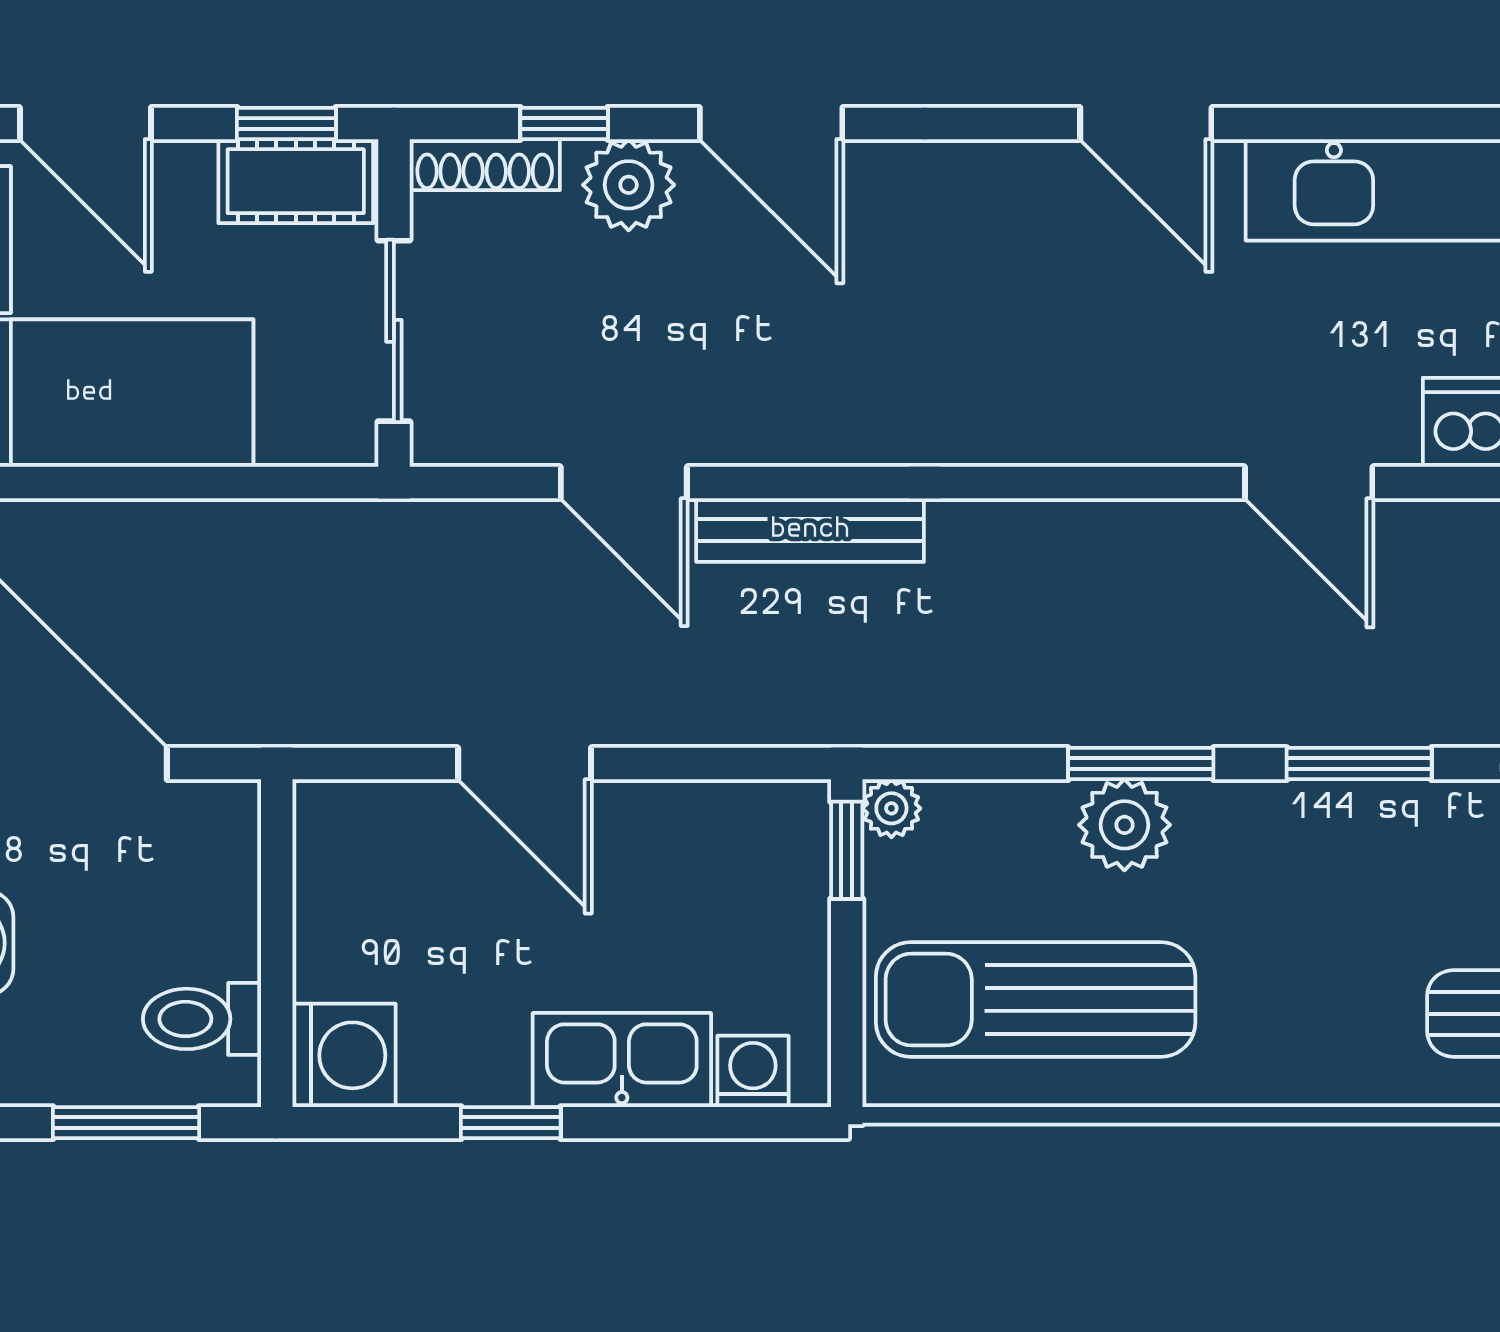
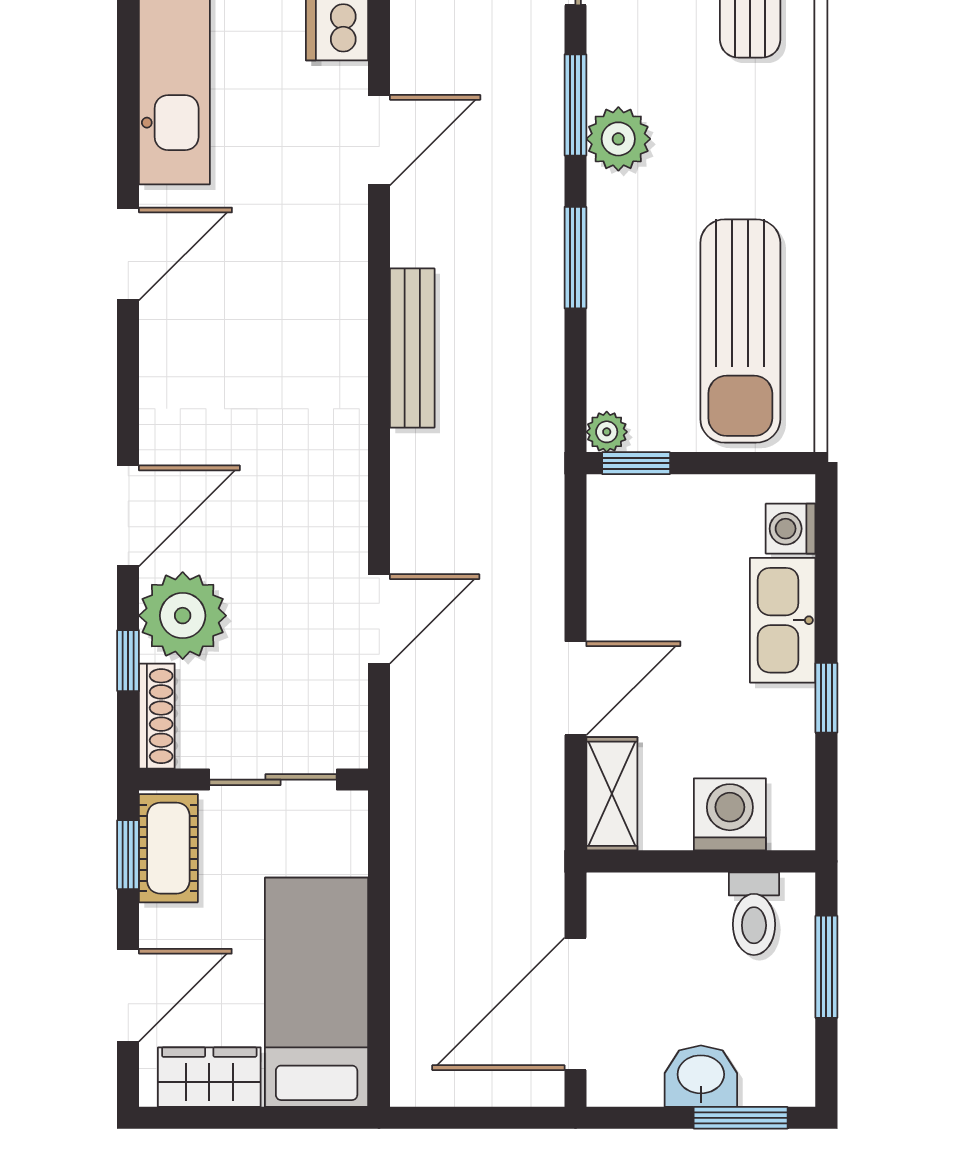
plant: (629, 185) -> (183, 616), width x1.36, depth x1.36
bench: (810, 530) -> (412, 348), moved
shelving: (374, 816) -> (612, 794), added
plant: (1124, 825) -> (618, 139), moved
washing machine: (344, 1055) -> (730, 814), moved

